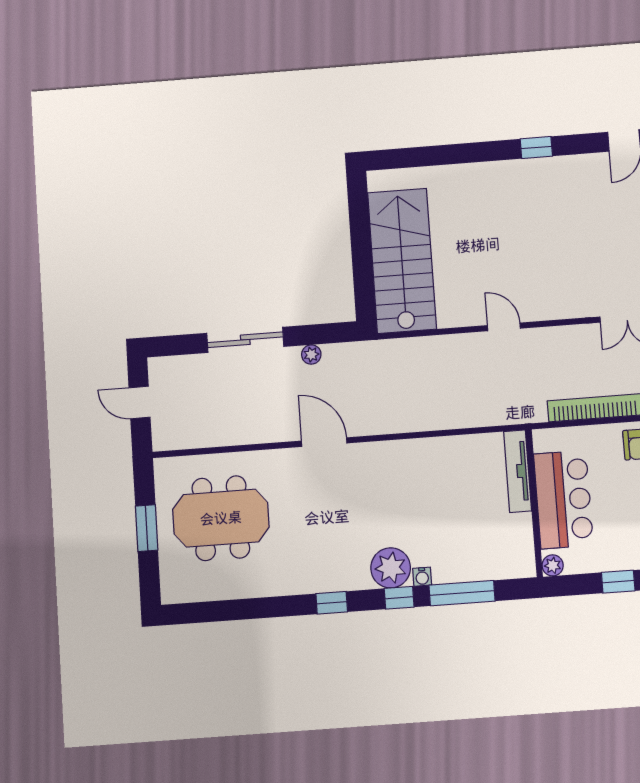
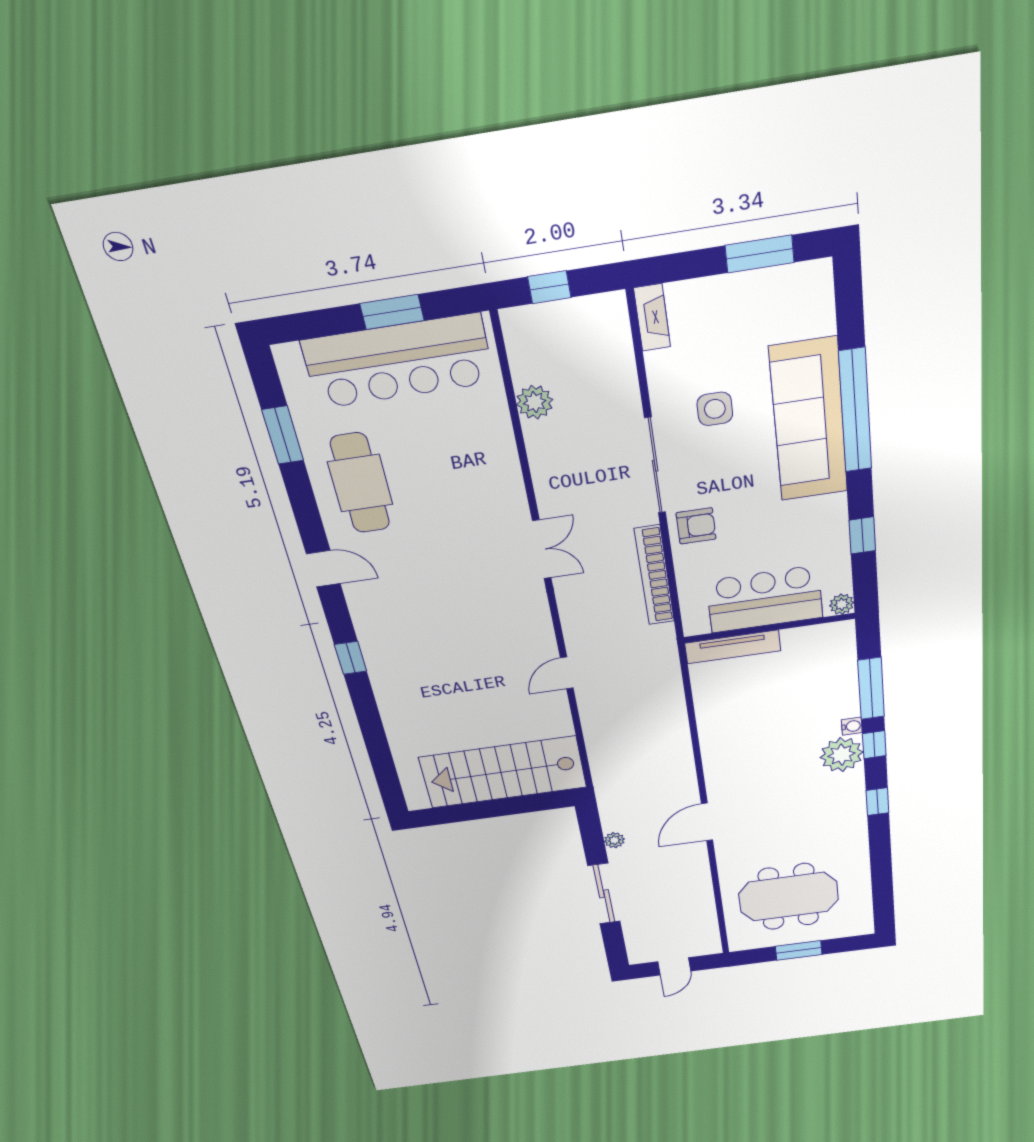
meeting table: (221, 518) -> (788, 897), turned 90

